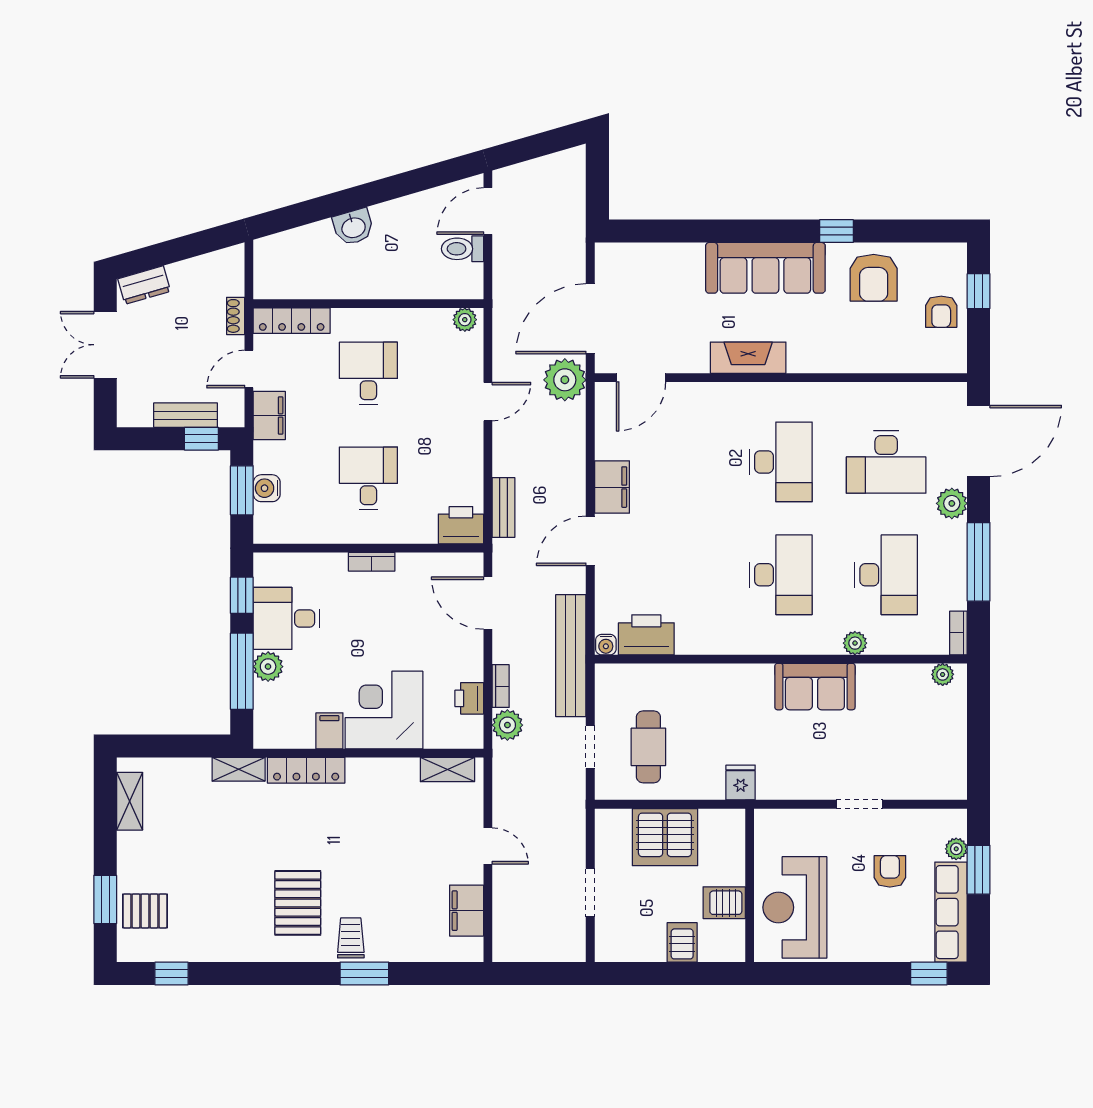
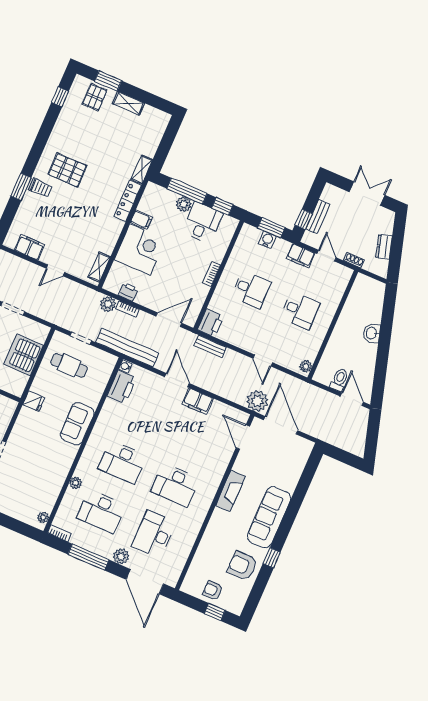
dresser: (144, 285) -> (384, 247), moved
locker: (292, 321) -> (340, 285), removed
sofa: (815, 687) -> (77, 424), moved
shelving: (130, 801) -> (128, 103), moved

